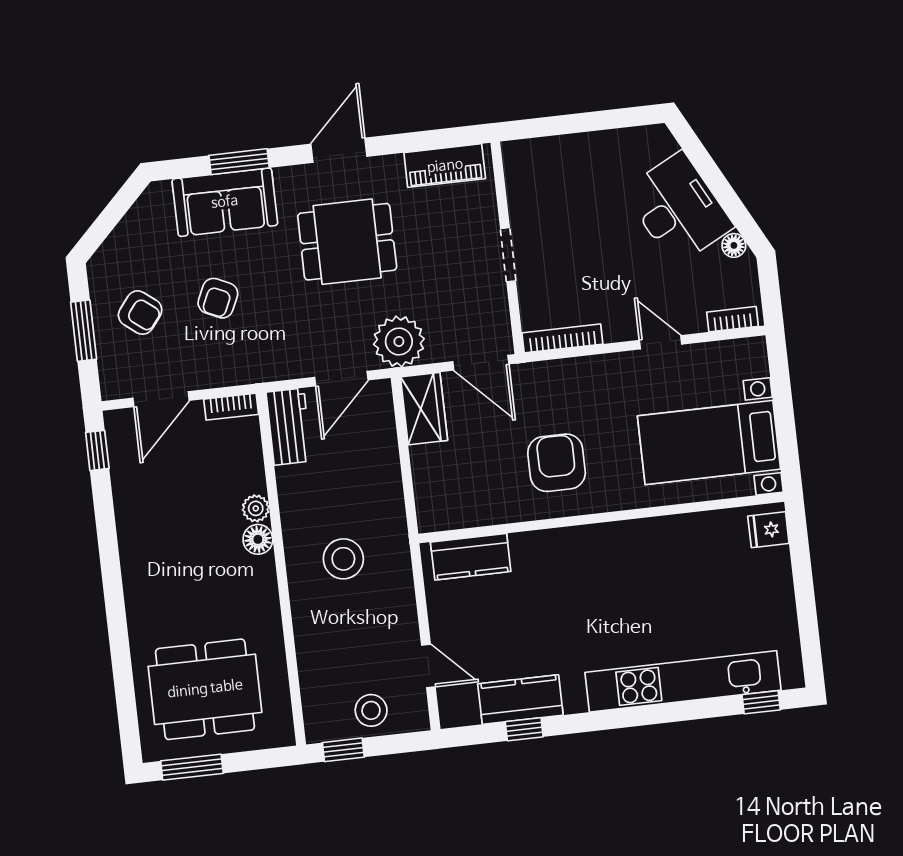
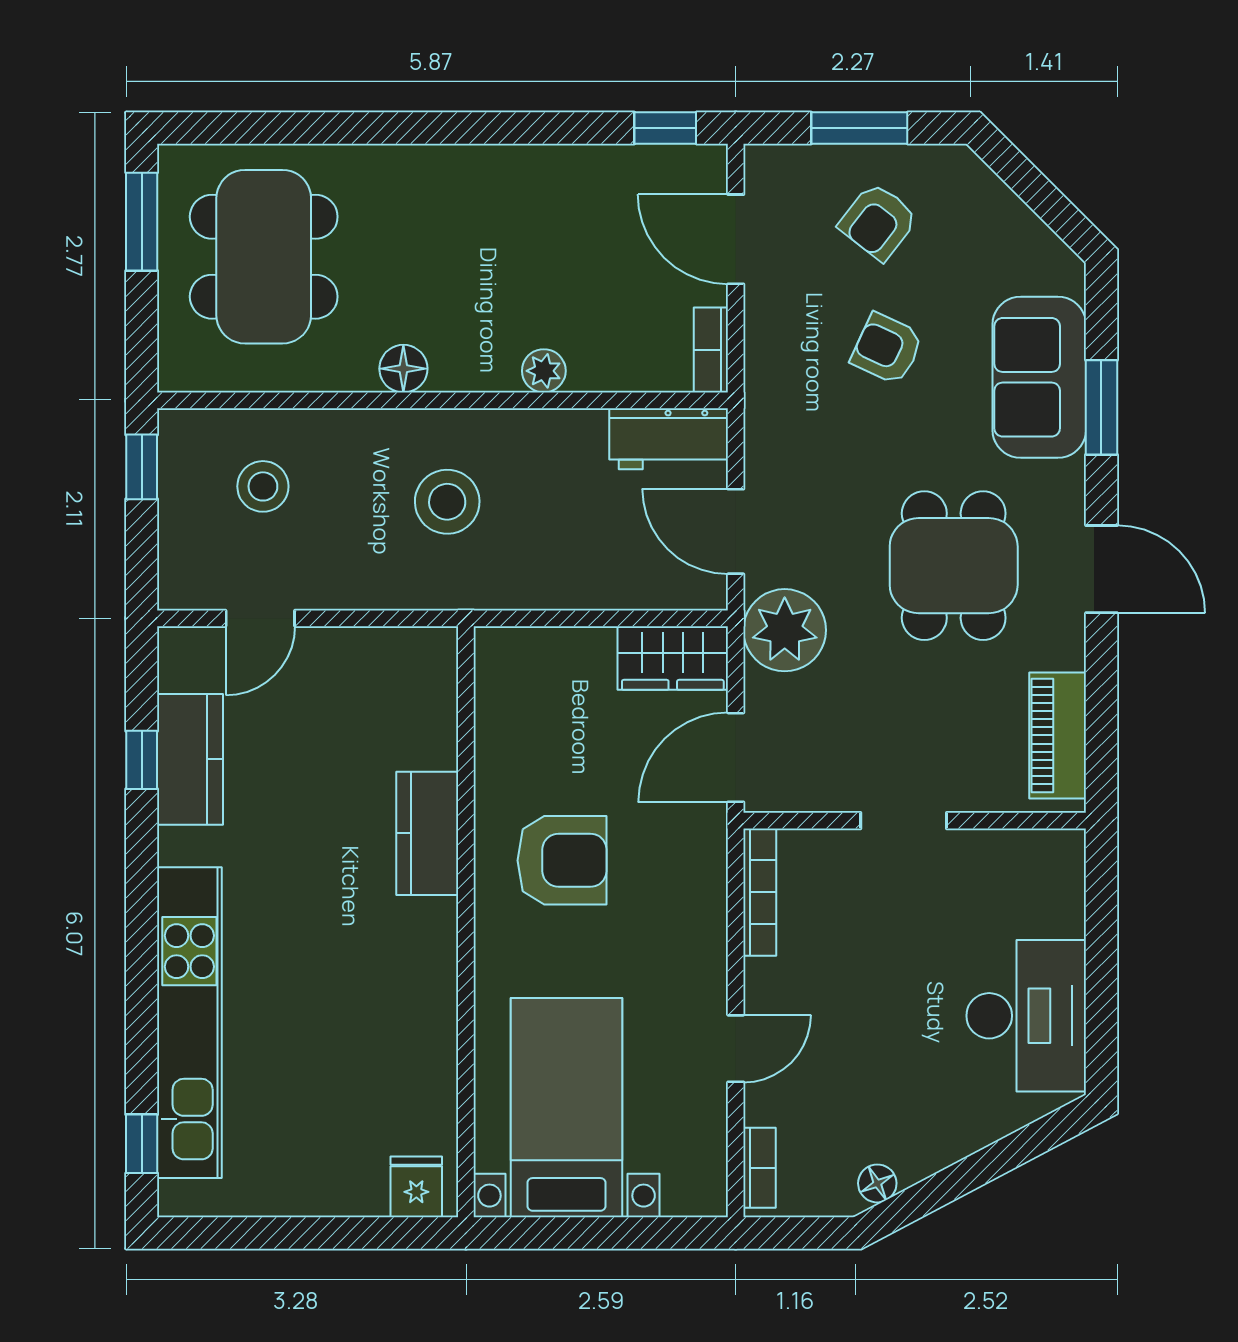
desk: (678, 209) -> (1026, 1016), moved, turned -62
floor lamp: (258, 539) -> (403, 369), moved
kitchen counter: (471, 557) -> (427, 833), moved
stool: (371, 710) -> (263, 486), moved

